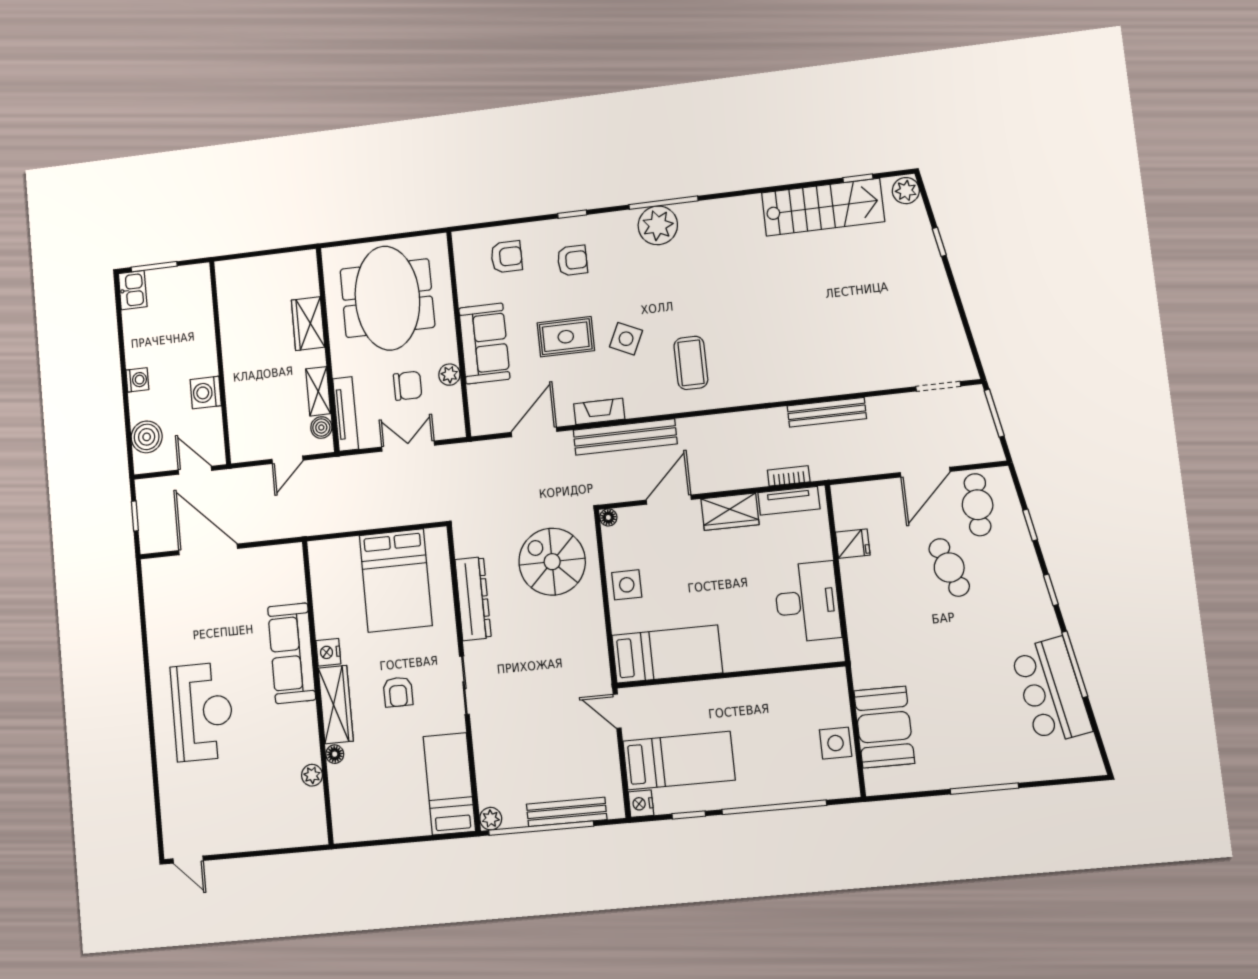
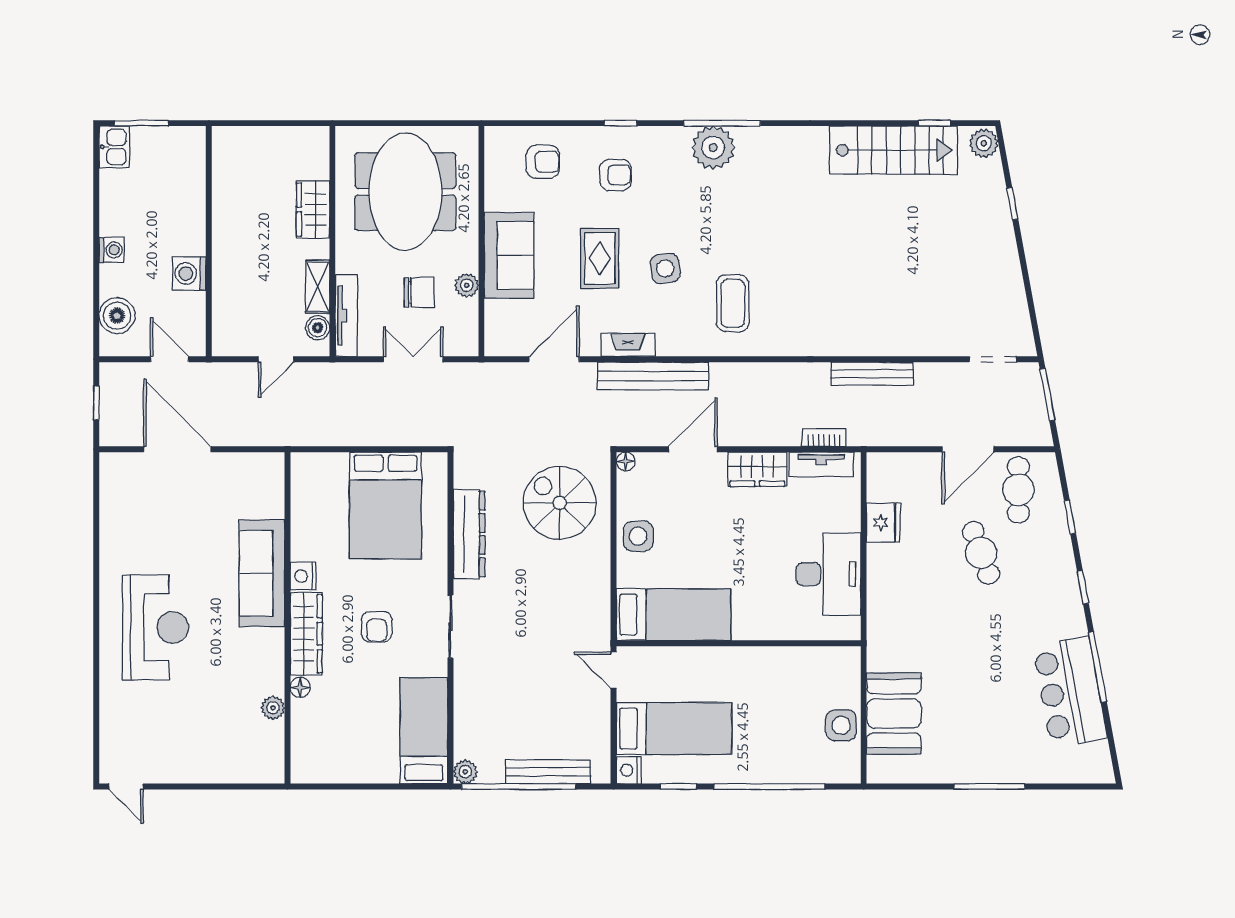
rug: (566, 337) -> (600, 258), turned 90
side table: (626, 339) -> (665, 269), turned -31
fridge: (853, 544) -> (883, 523), width x1.38

